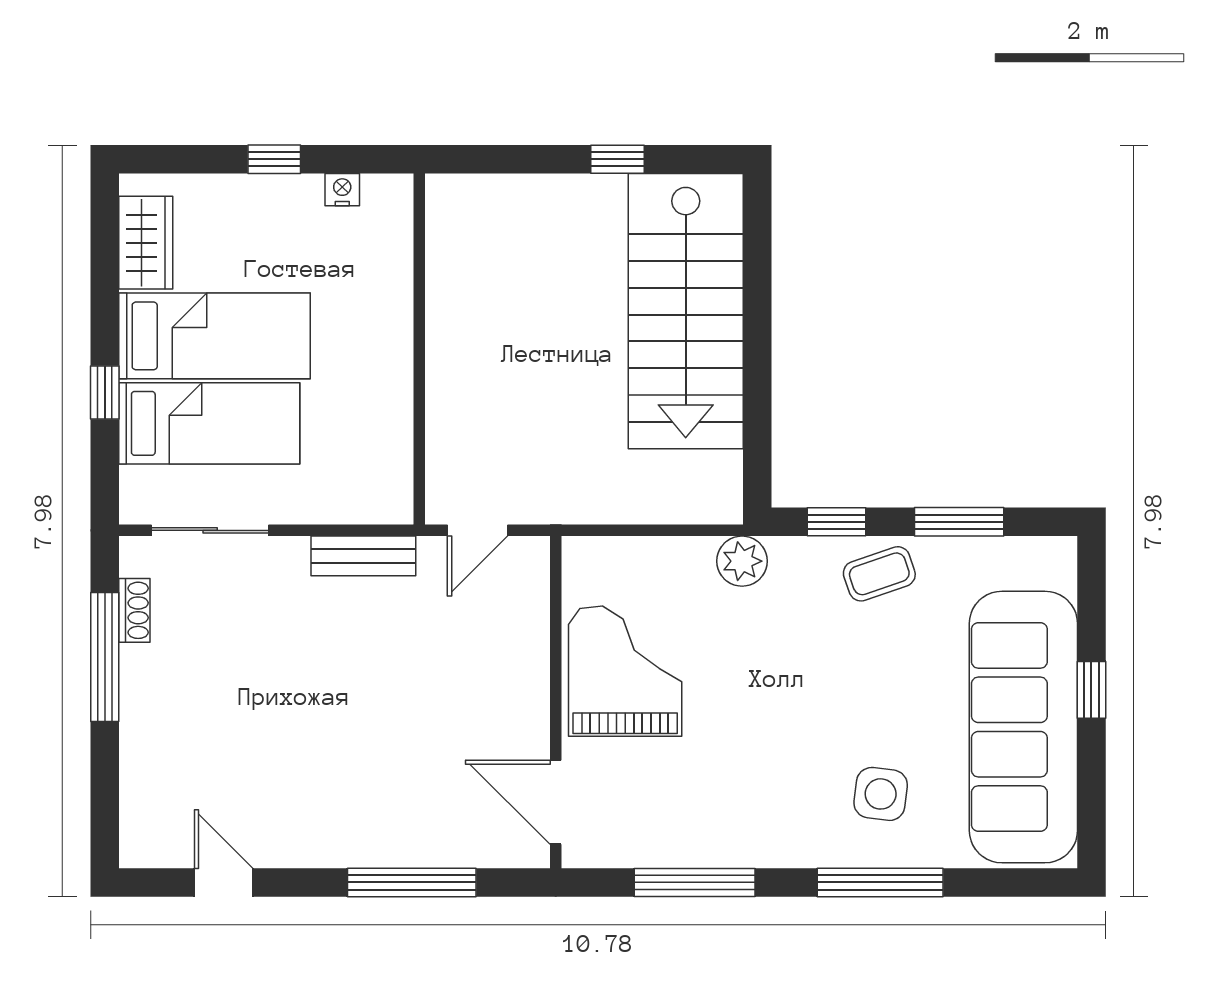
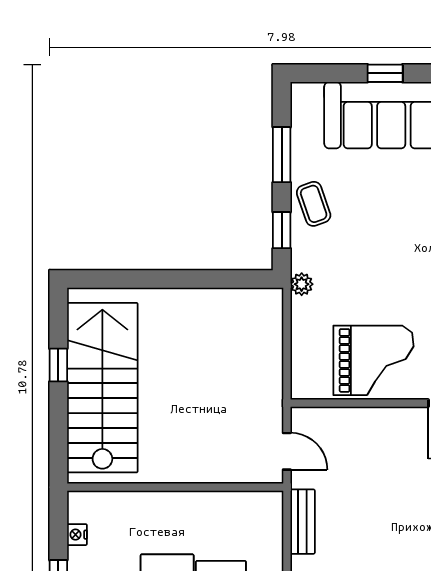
stairs: (686, 311) -> (102, 388), moved, turned -90
plant: (742, 561) -> (302, 284), width x0.73, depth x0.73
grand piano: (625, 671) -> (373, 360), turned 180

